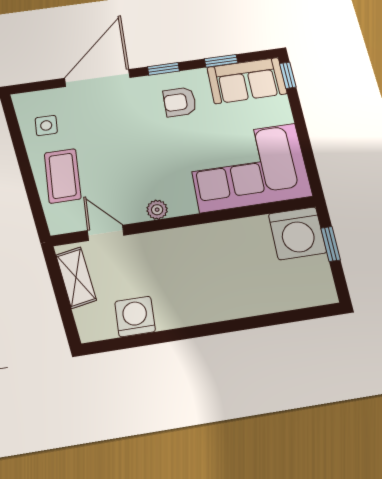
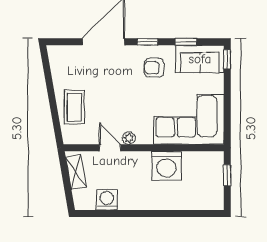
side table: (46, 125) -> (67, 71), removed
door: (106, 233) -> (110, 148), moved
washing machine: (297, 233) -> (166, 166), moved

